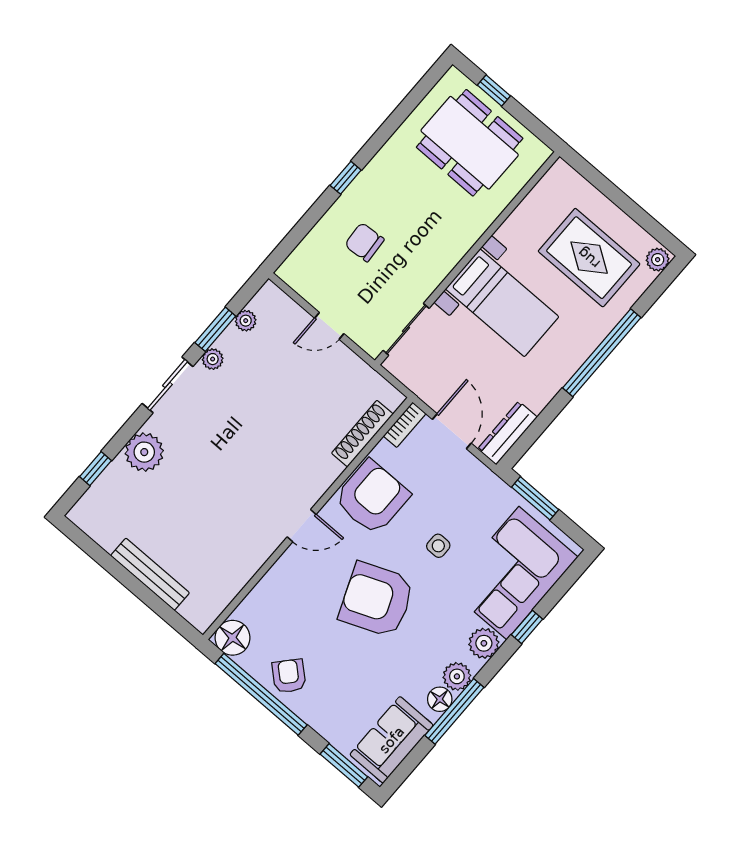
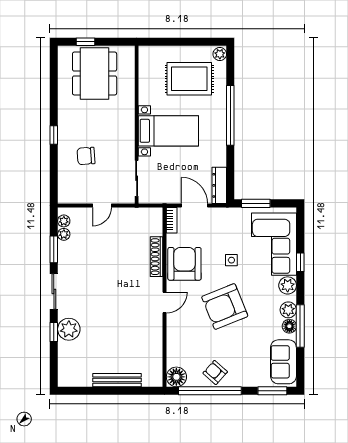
dining table: (470, 143) -> (95, 74), turned 90
plant: (213, 359) -> (64, 221), moved
shoe rack: (362, 434) -> (157, 257), moved
window: (96, 469) -> (54, 332), moved

